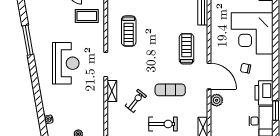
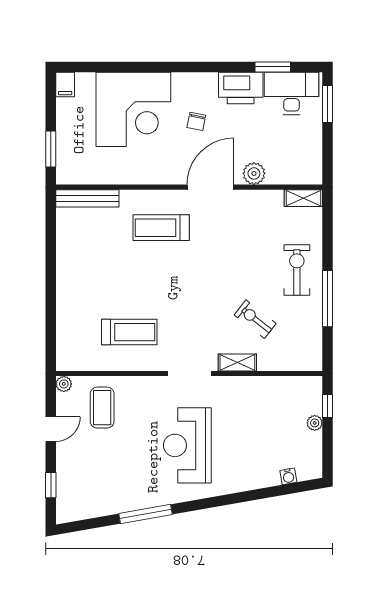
reception desk: (66, 63) -> (187, 445), turned -90
exercise mat: (170, 90) -> (235, 257), removed

